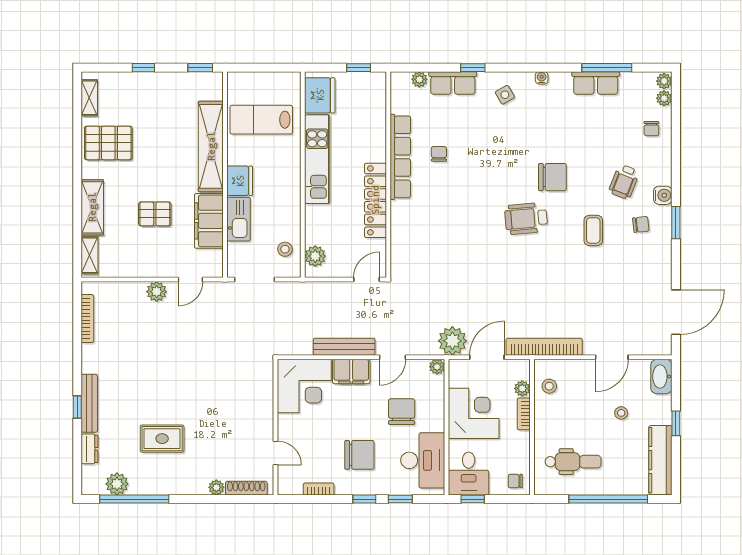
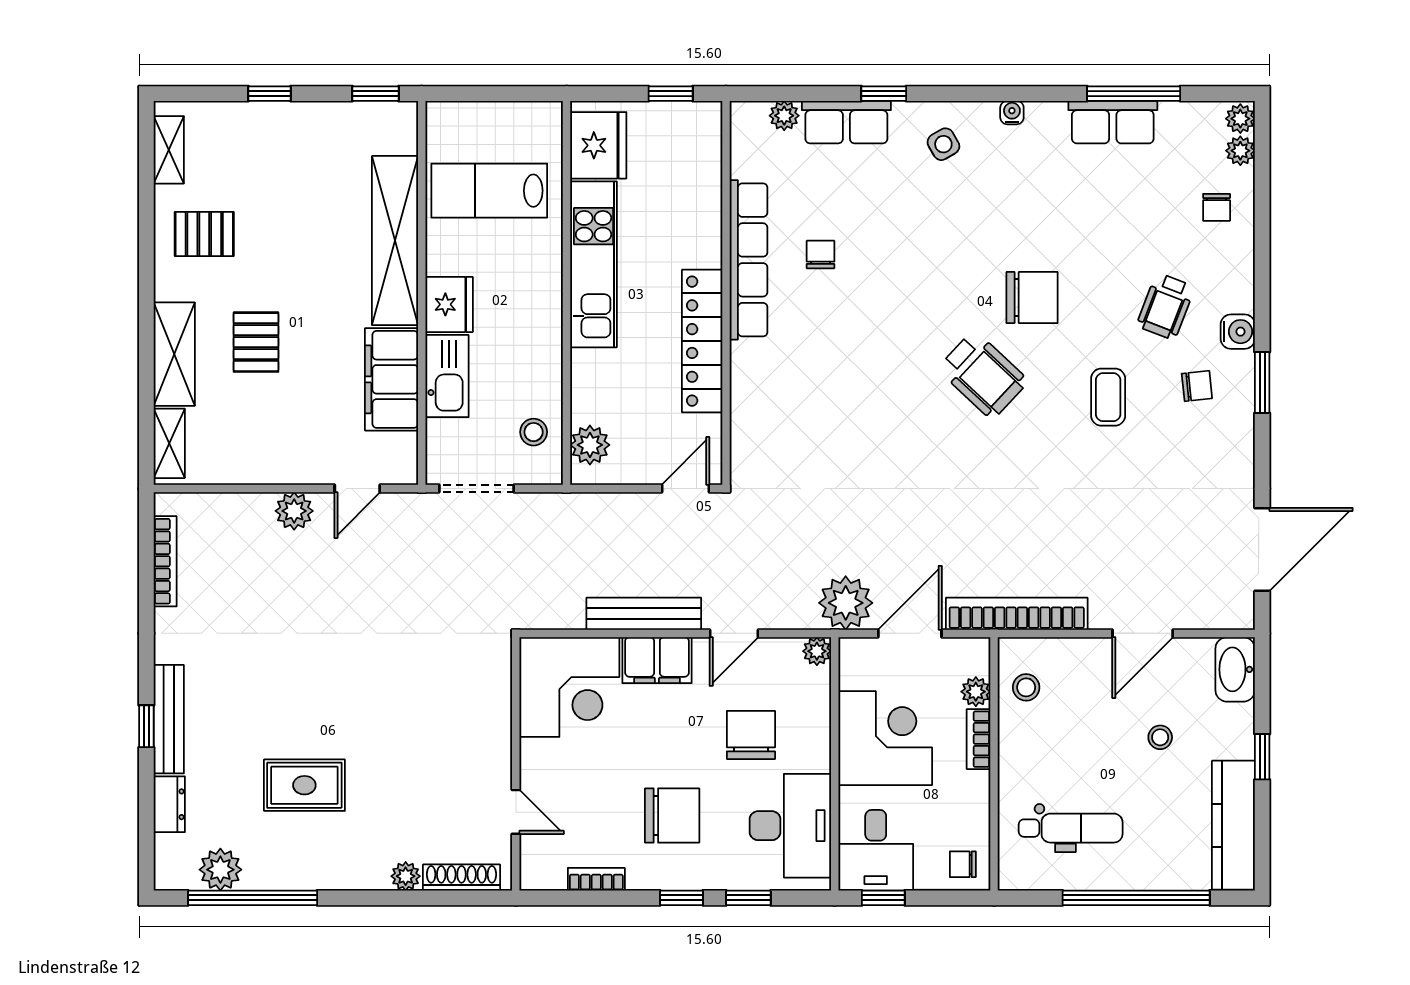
pallet: (108, 143) -> (204, 234), width x0.67, depth x0.71
pallet: (155, 214) -> (256, 342), moved, turned 90
wheelchair: (526, 219) -> (983, 375), turned -132

